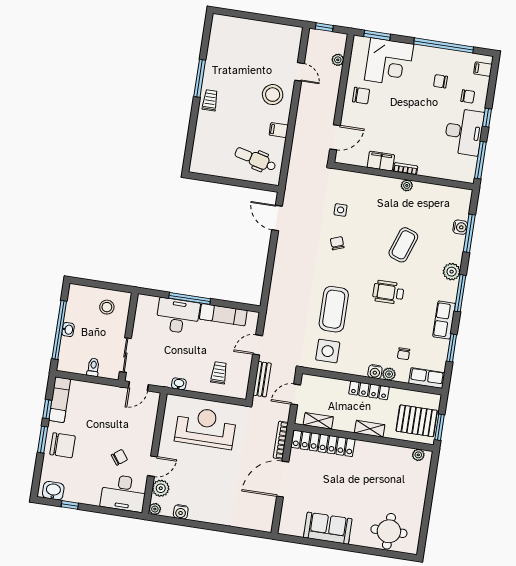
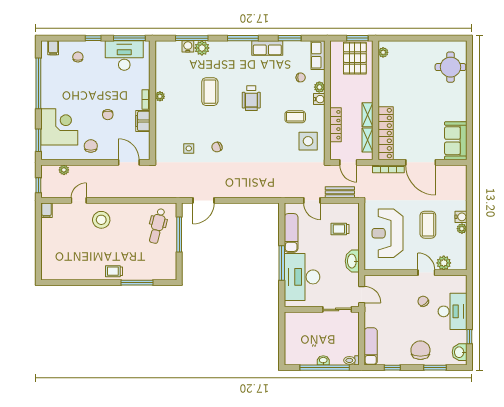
window: (200, 78) -> (137, 283), moved
chair: (440, 81) -> (108, 115), moved
filing cabinet: (279, 130) -> (47, 210), moved
desk: (464, 132) -> (124, 56), moved
window: (241, 183) -> (179, 235), added
coffee table: (403, 245) -> (210, 92), turned 71
plant: (452, 272) -> (202, 48), moved
stool: (107, 307) -> (300, 331), removed
coffee table: (334, 309) -> (295, 117), moved, width x0.54, depth x0.58
desk: (178, 316) -> (302, 277), width x1.36, depth x1.30
toilet: (93, 367) -> (351, 360), moved
washbasin: (179, 384) -> (352, 261), width x1.91, depth x1.45
locker: (369, 390) -> (336, 125), moved
exam couch: (60, 400) -> (371, 346), moved, turned 90
shelving: (370, 429) -> (368, 115), moved
window: (43, 440) -> (435, 368), moved
coffee table: (208, 477) -> (428, 225), added
desk: (124, 493) -> (452, 311), moved
plant: (155, 509) -> (462, 229), moved
water cooler: (181, 512) -> (461, 217), moved
sofa: (328, 528) -> (456, 141), moved

